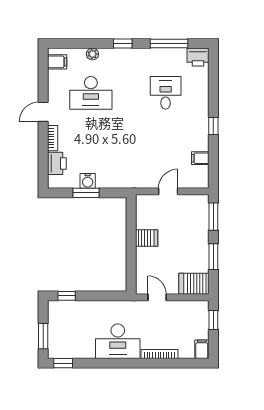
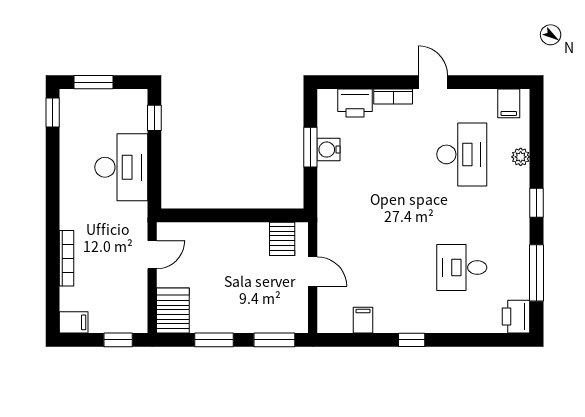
desk: (91, 93) -> (462, 154), turned 180
desk: (166, 93) -> (462, 267), turned 180
server rack: (147, 238) -> (282, 239), moved
desk: (118, 341) -> (121, 167), moved, turned 180

